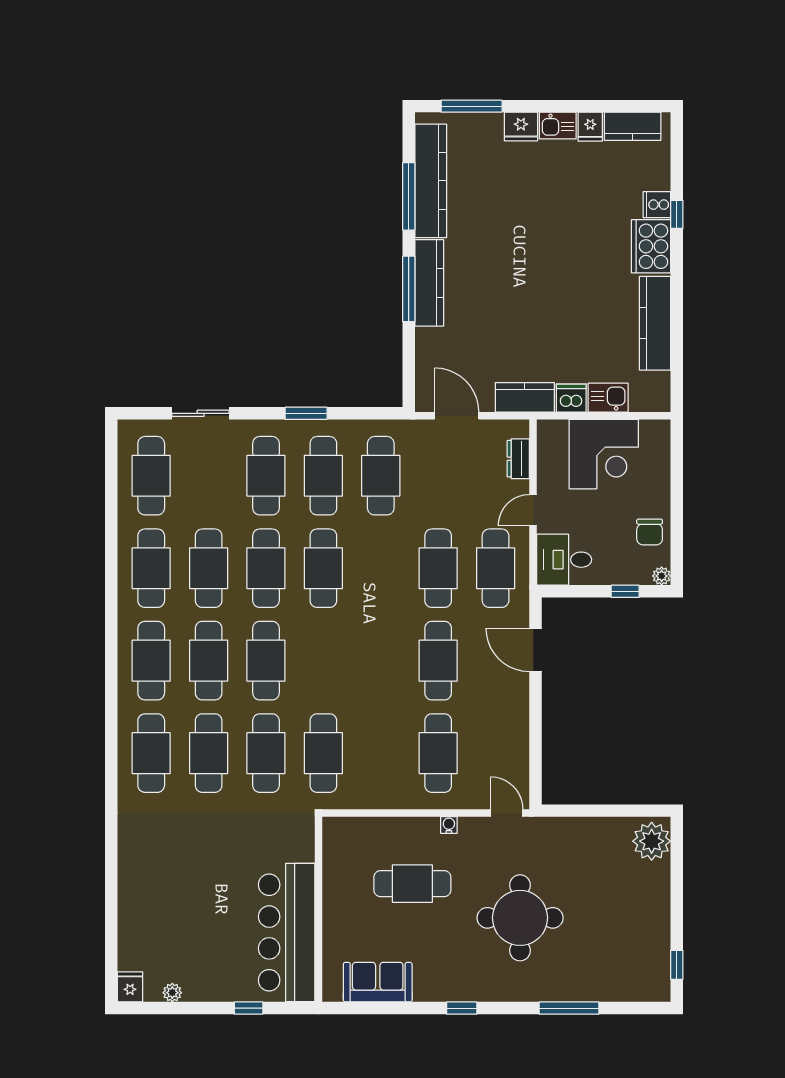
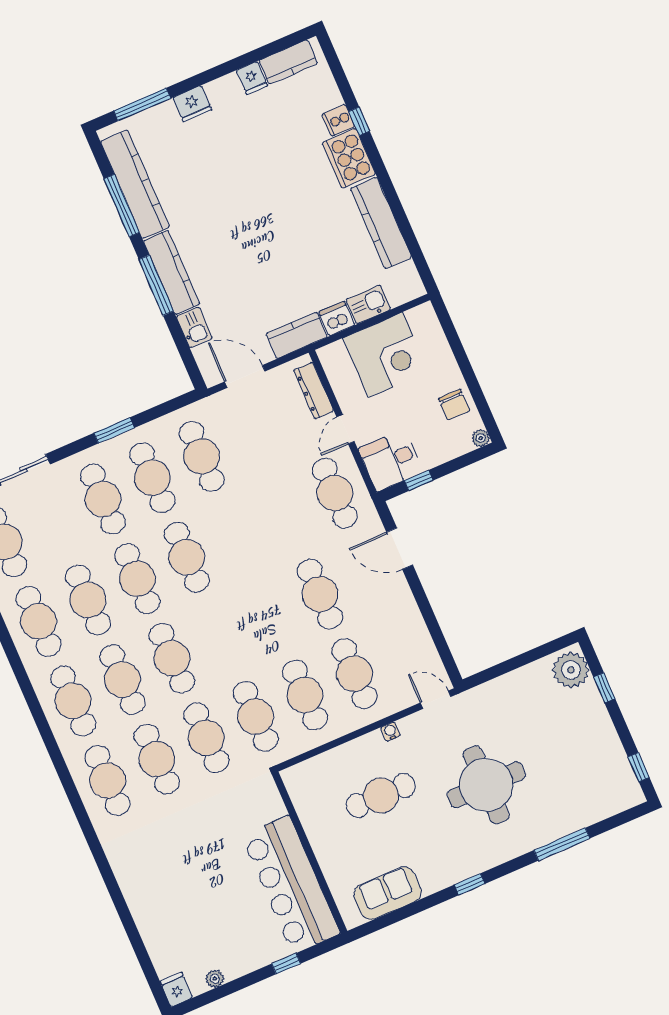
kitchen sink: (558, 126) -> (194, 327), moved, turned -90
dresser: (518, 459) -> (314, 391), width x1.44
cafe table: (438, 568) -> (305, 695), moved
window: (625, 591) -> (419, 481), moved
window: (677, 873) -> (604, 688), added

